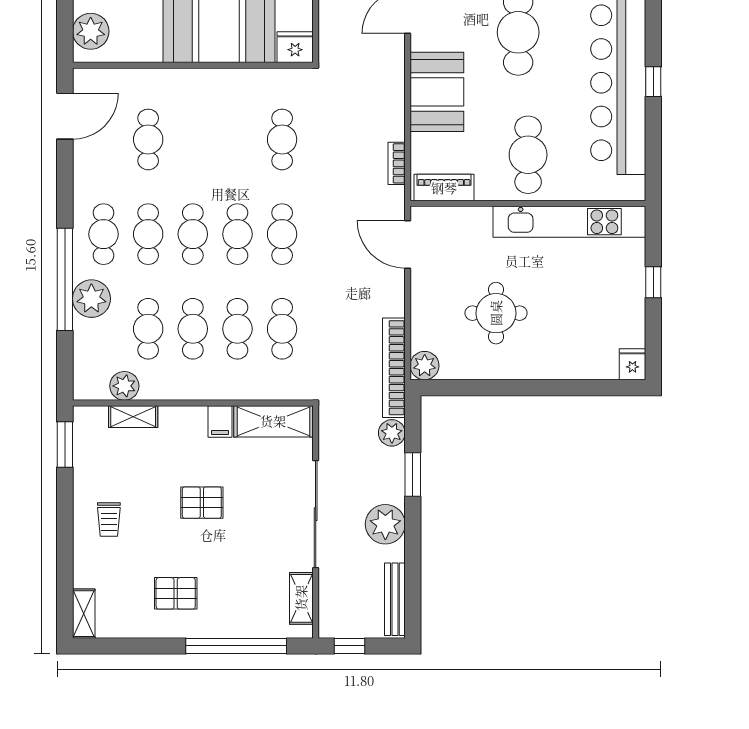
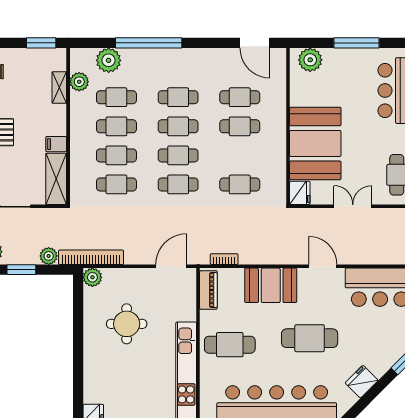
cafe table: (104, 234) -> (240, 126), moved
plant: (91, 299) -> (109, 60), moved

